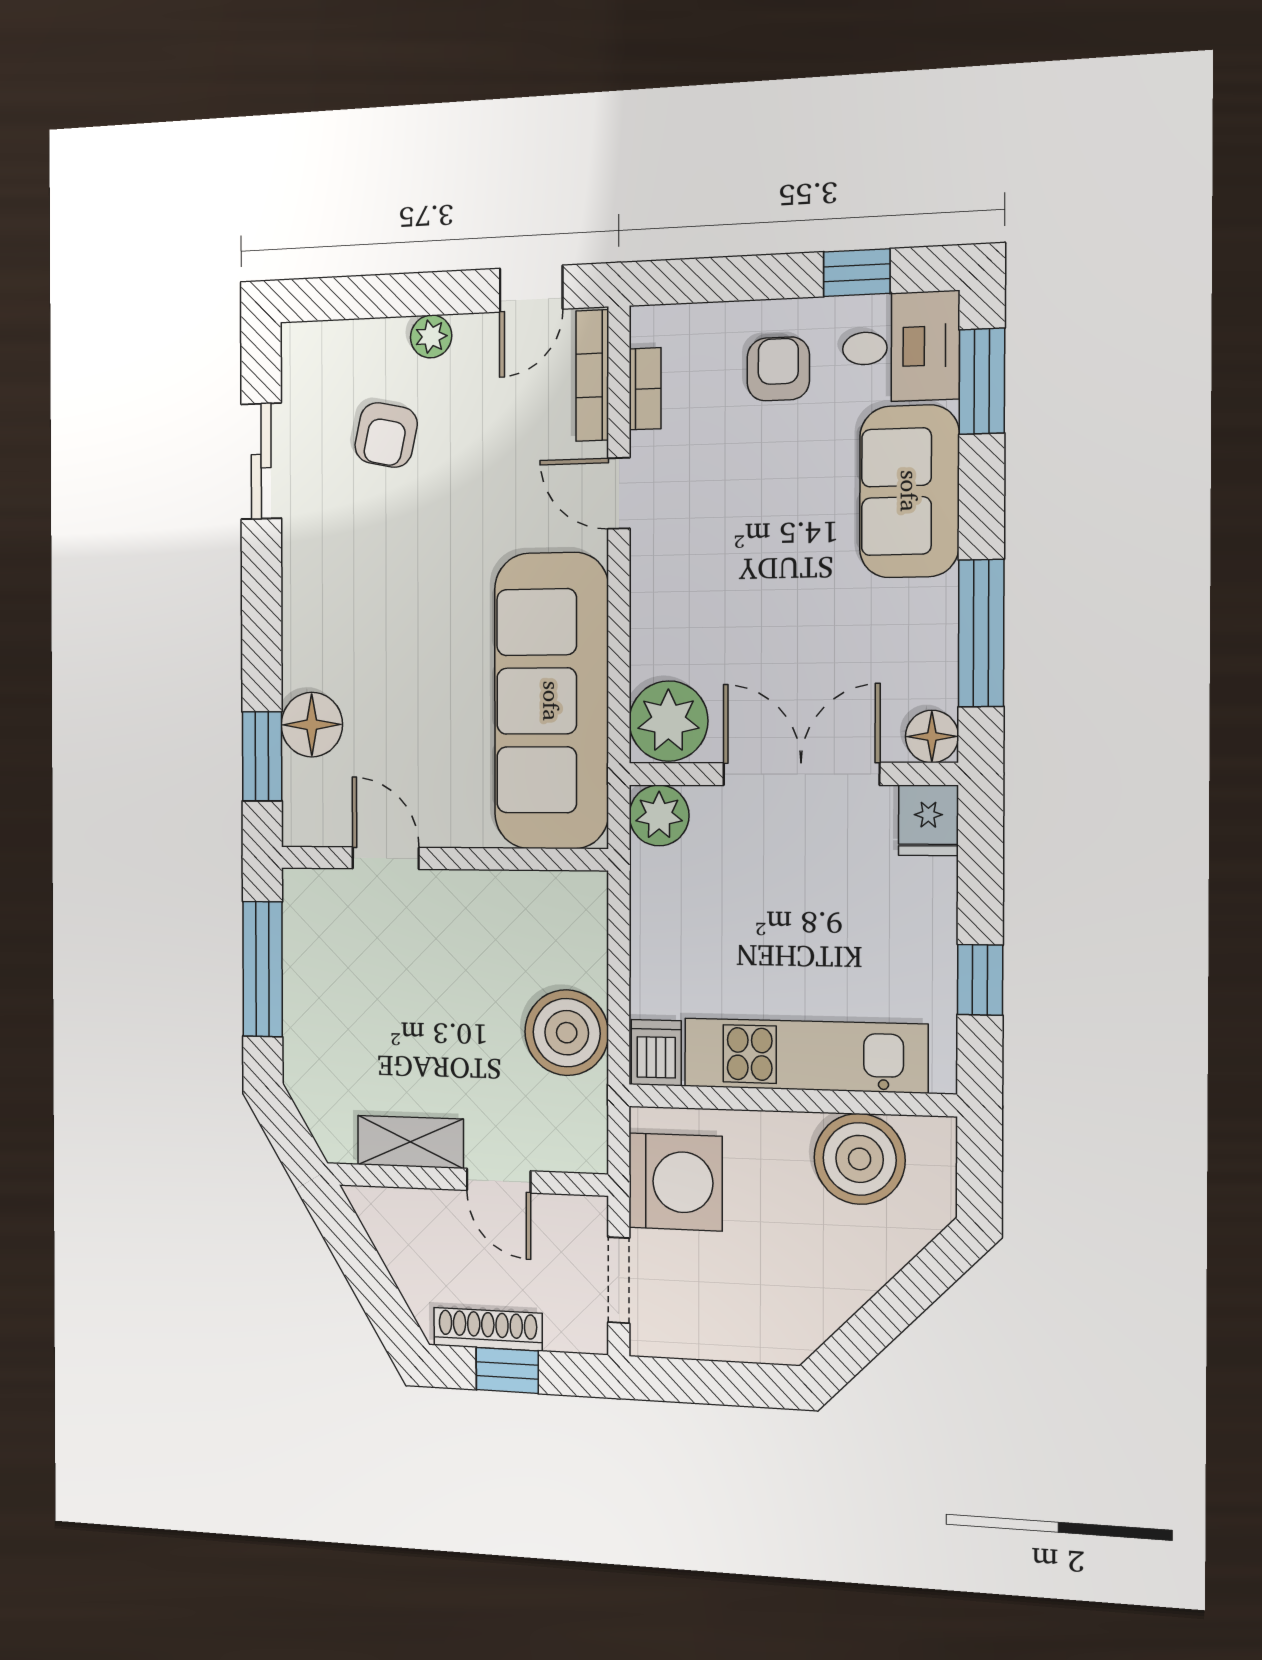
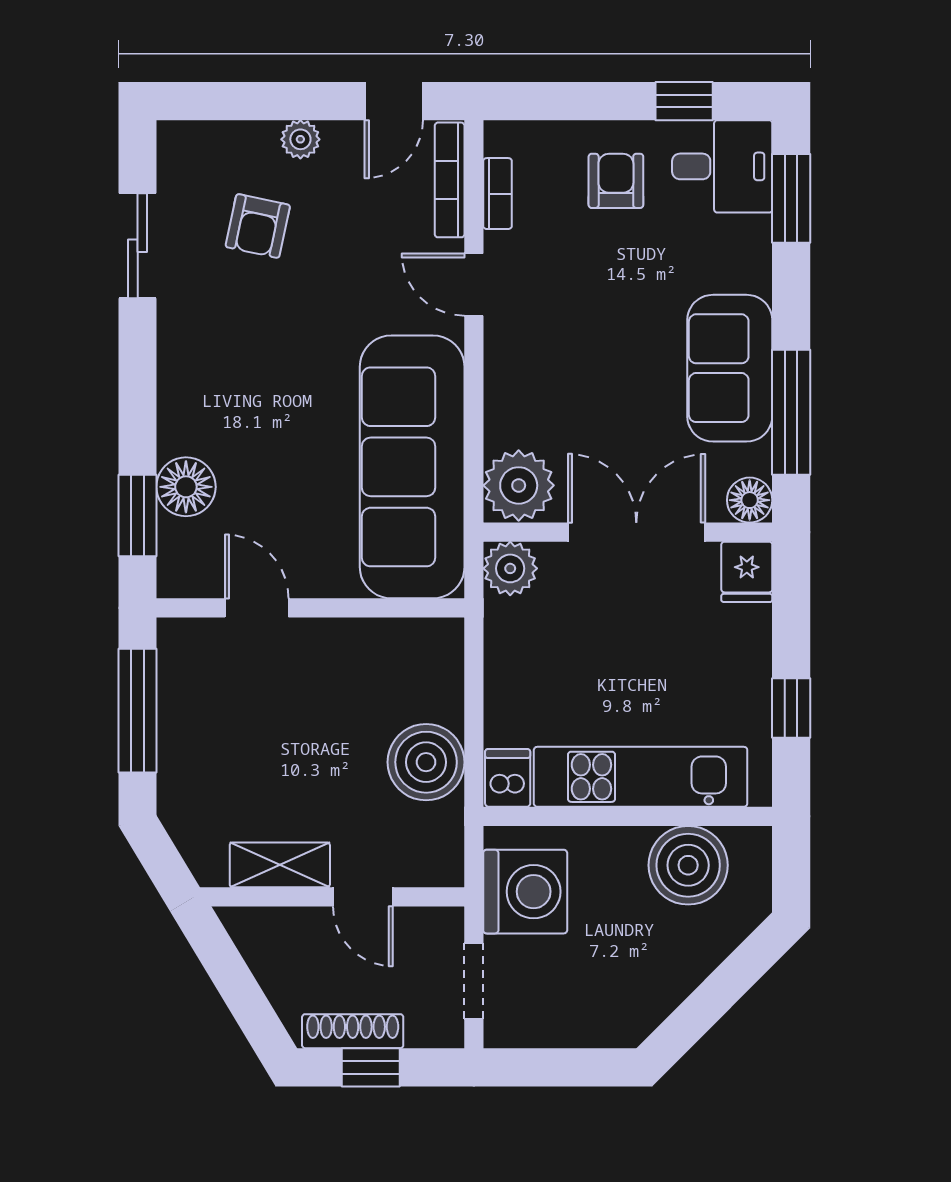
sofa: (909, 491) -> (730, 368), moved

